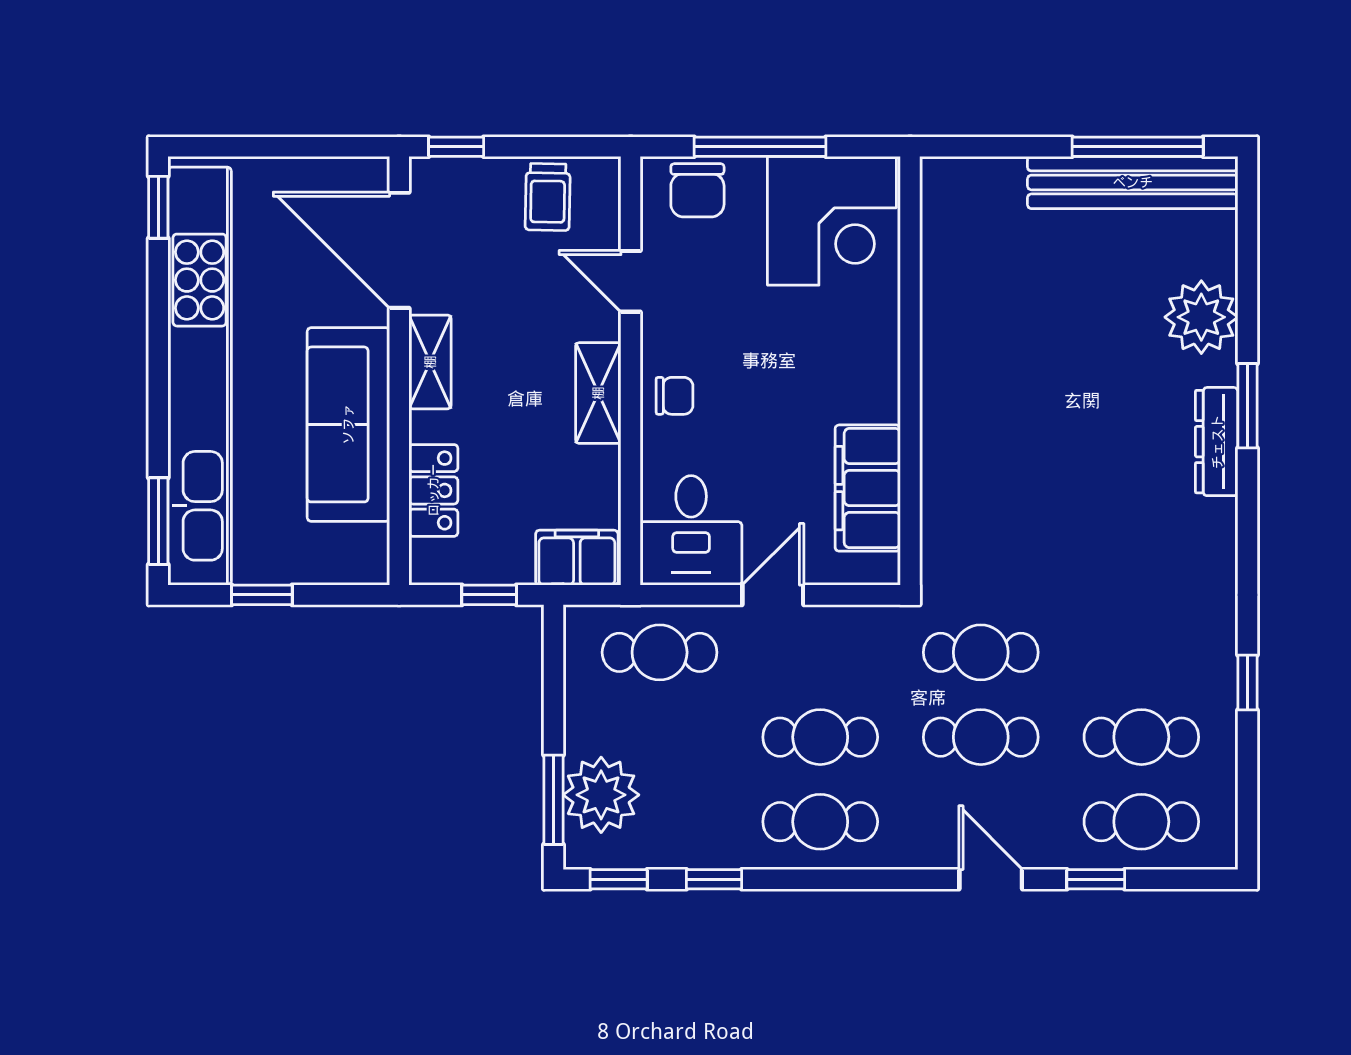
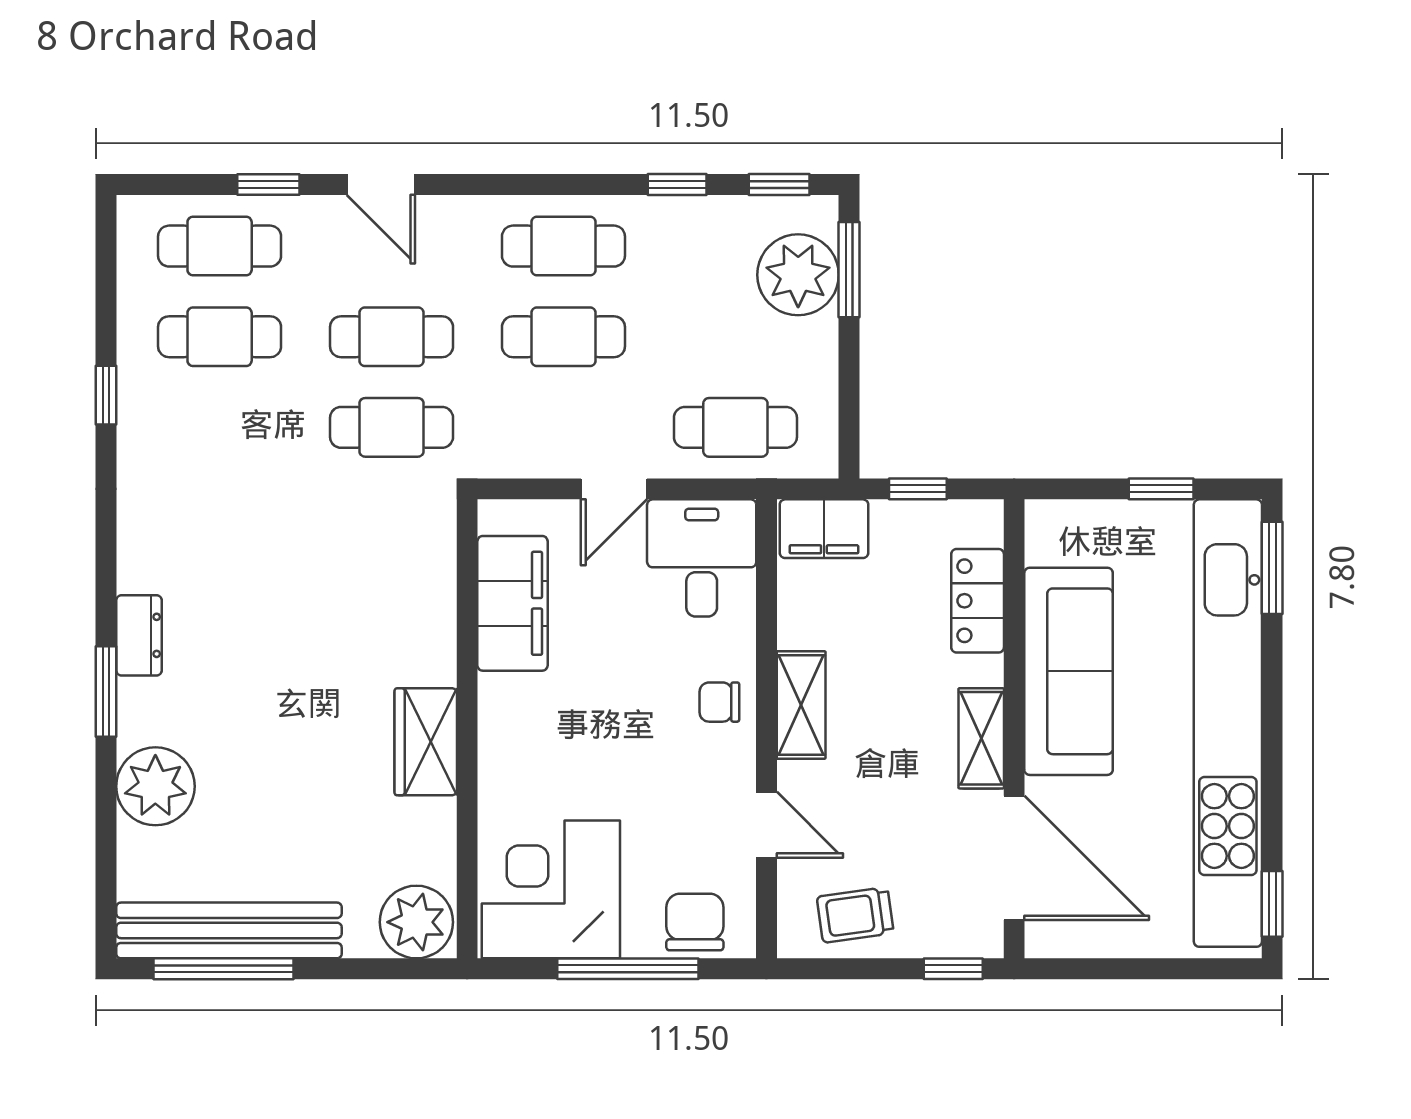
plant: (958, 190) -> (416, 922), added
trolley: (548, 197) -> (855, 915), turned -99
wardrobe: (949, 359) -> (426, 742), added
dresser: (1217, 442) -> (139, 635), width x0.70

